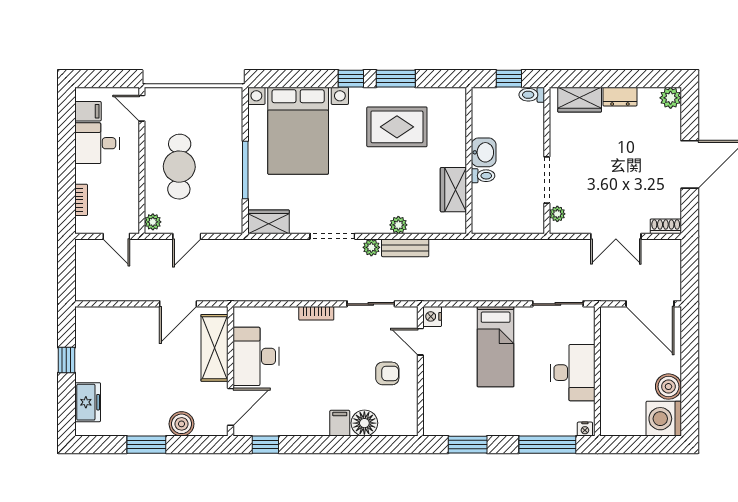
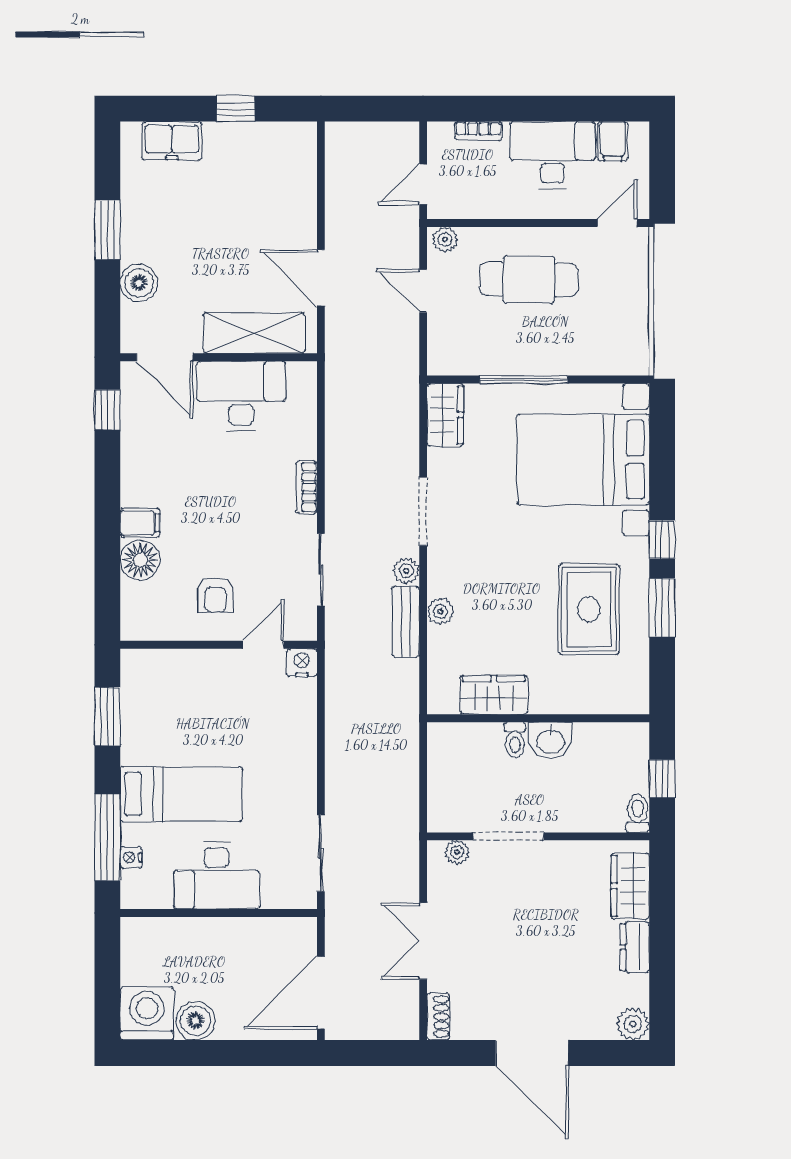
desk: (97, 143) -> (553, 155), width x1.37
bed: (496, 347) -> (181, 794), moved, turned 180
nightstand: (585, 429) -> (131, 857), moved

